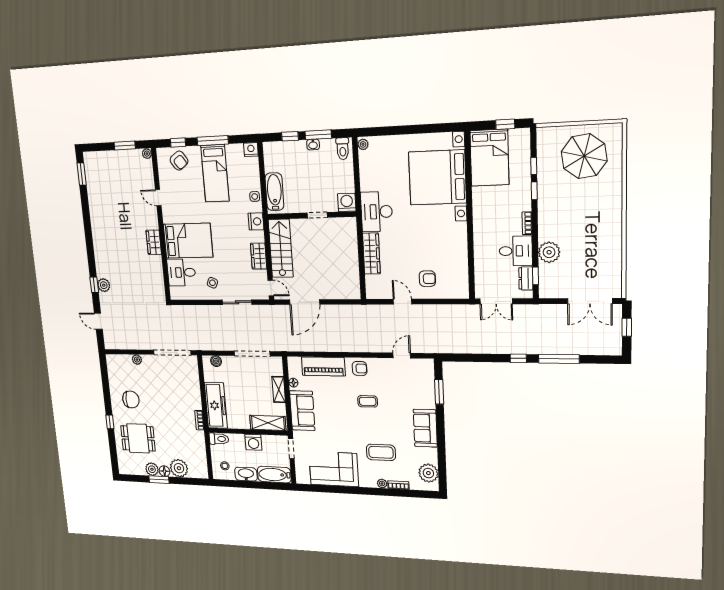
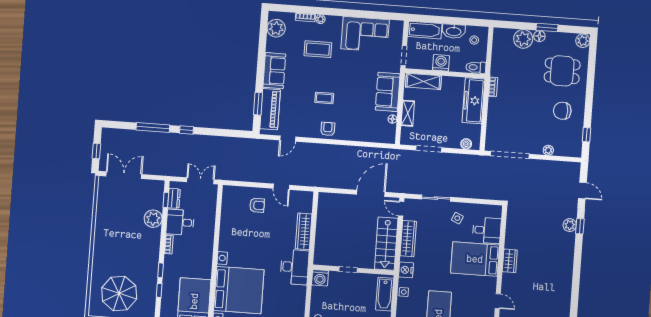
wardrobe: (259, 256) -> (408, 239), width x1.50
armchair: (427, 279) -> (257, 205), turned 180
doorway: (252, 354) -> (429, 149), width x0.73
piano: (323, 366) -> (270, 109), moved, turned 90
armchair: (360, 368) -> (328, 129), turned 90
window: (110, 422) -> (587, 135), moved
plant: (152, 469) -> (583, 41), moved

